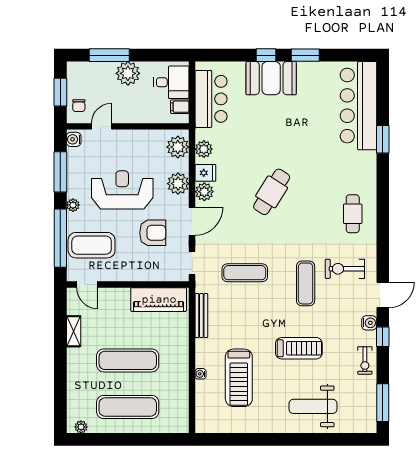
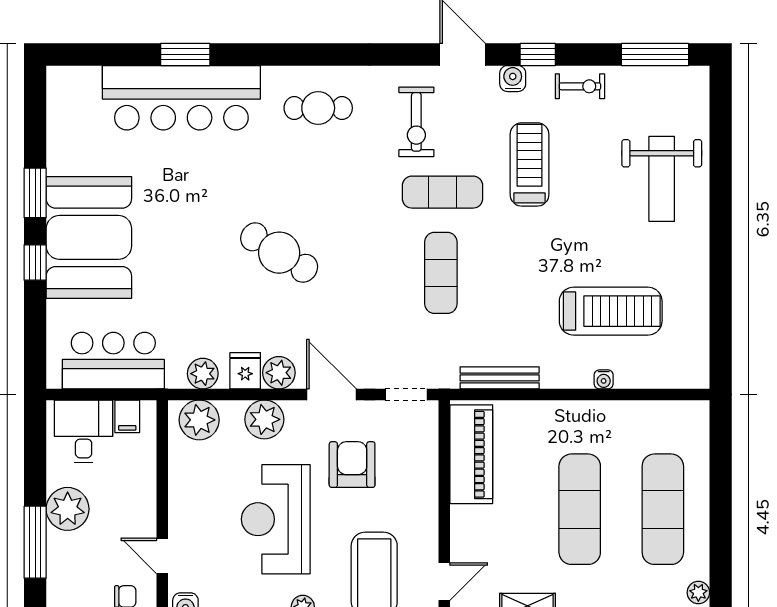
booth: (271, 78) -> (89, 237), width x1.36, depth x1.42
bar counter: (358, 106) -> (181, 98), moved
exercise mat: (245, 273) -> (441, 273), moved
treadmill: (299, 348) -> (529, 164), moved

